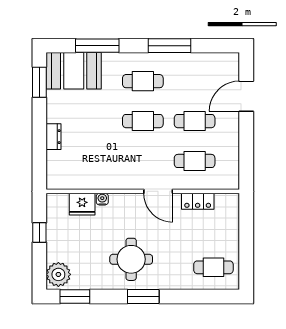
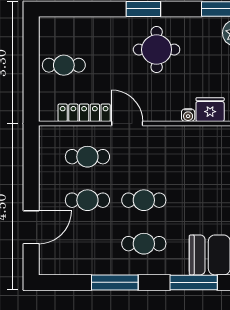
locker: (198, 201) -> (84, 113), width x1.53
cafe table: (213, 267) -> (64, 65), moved

